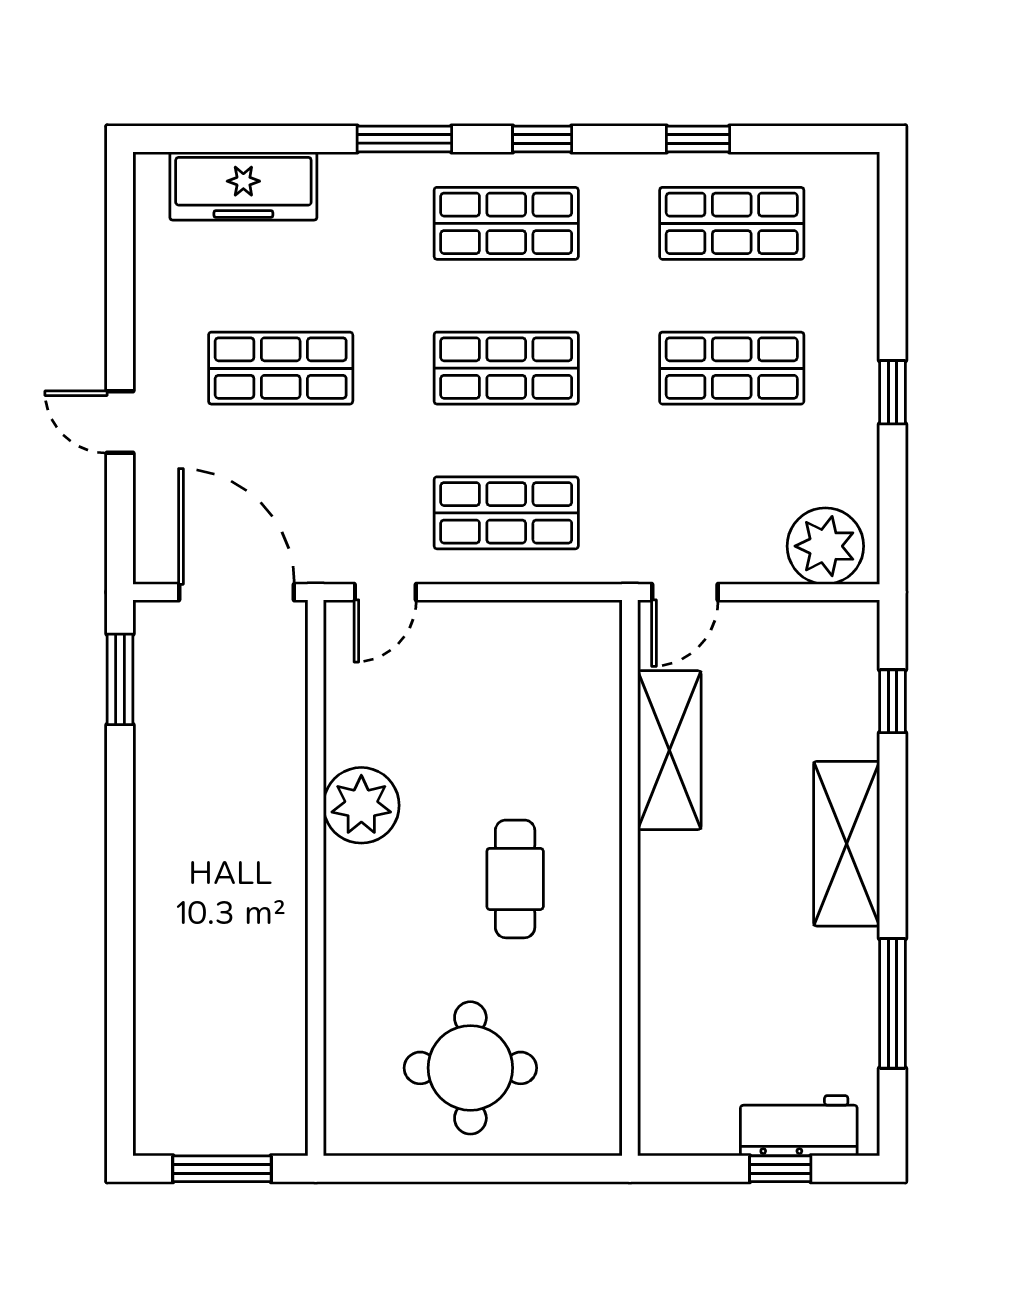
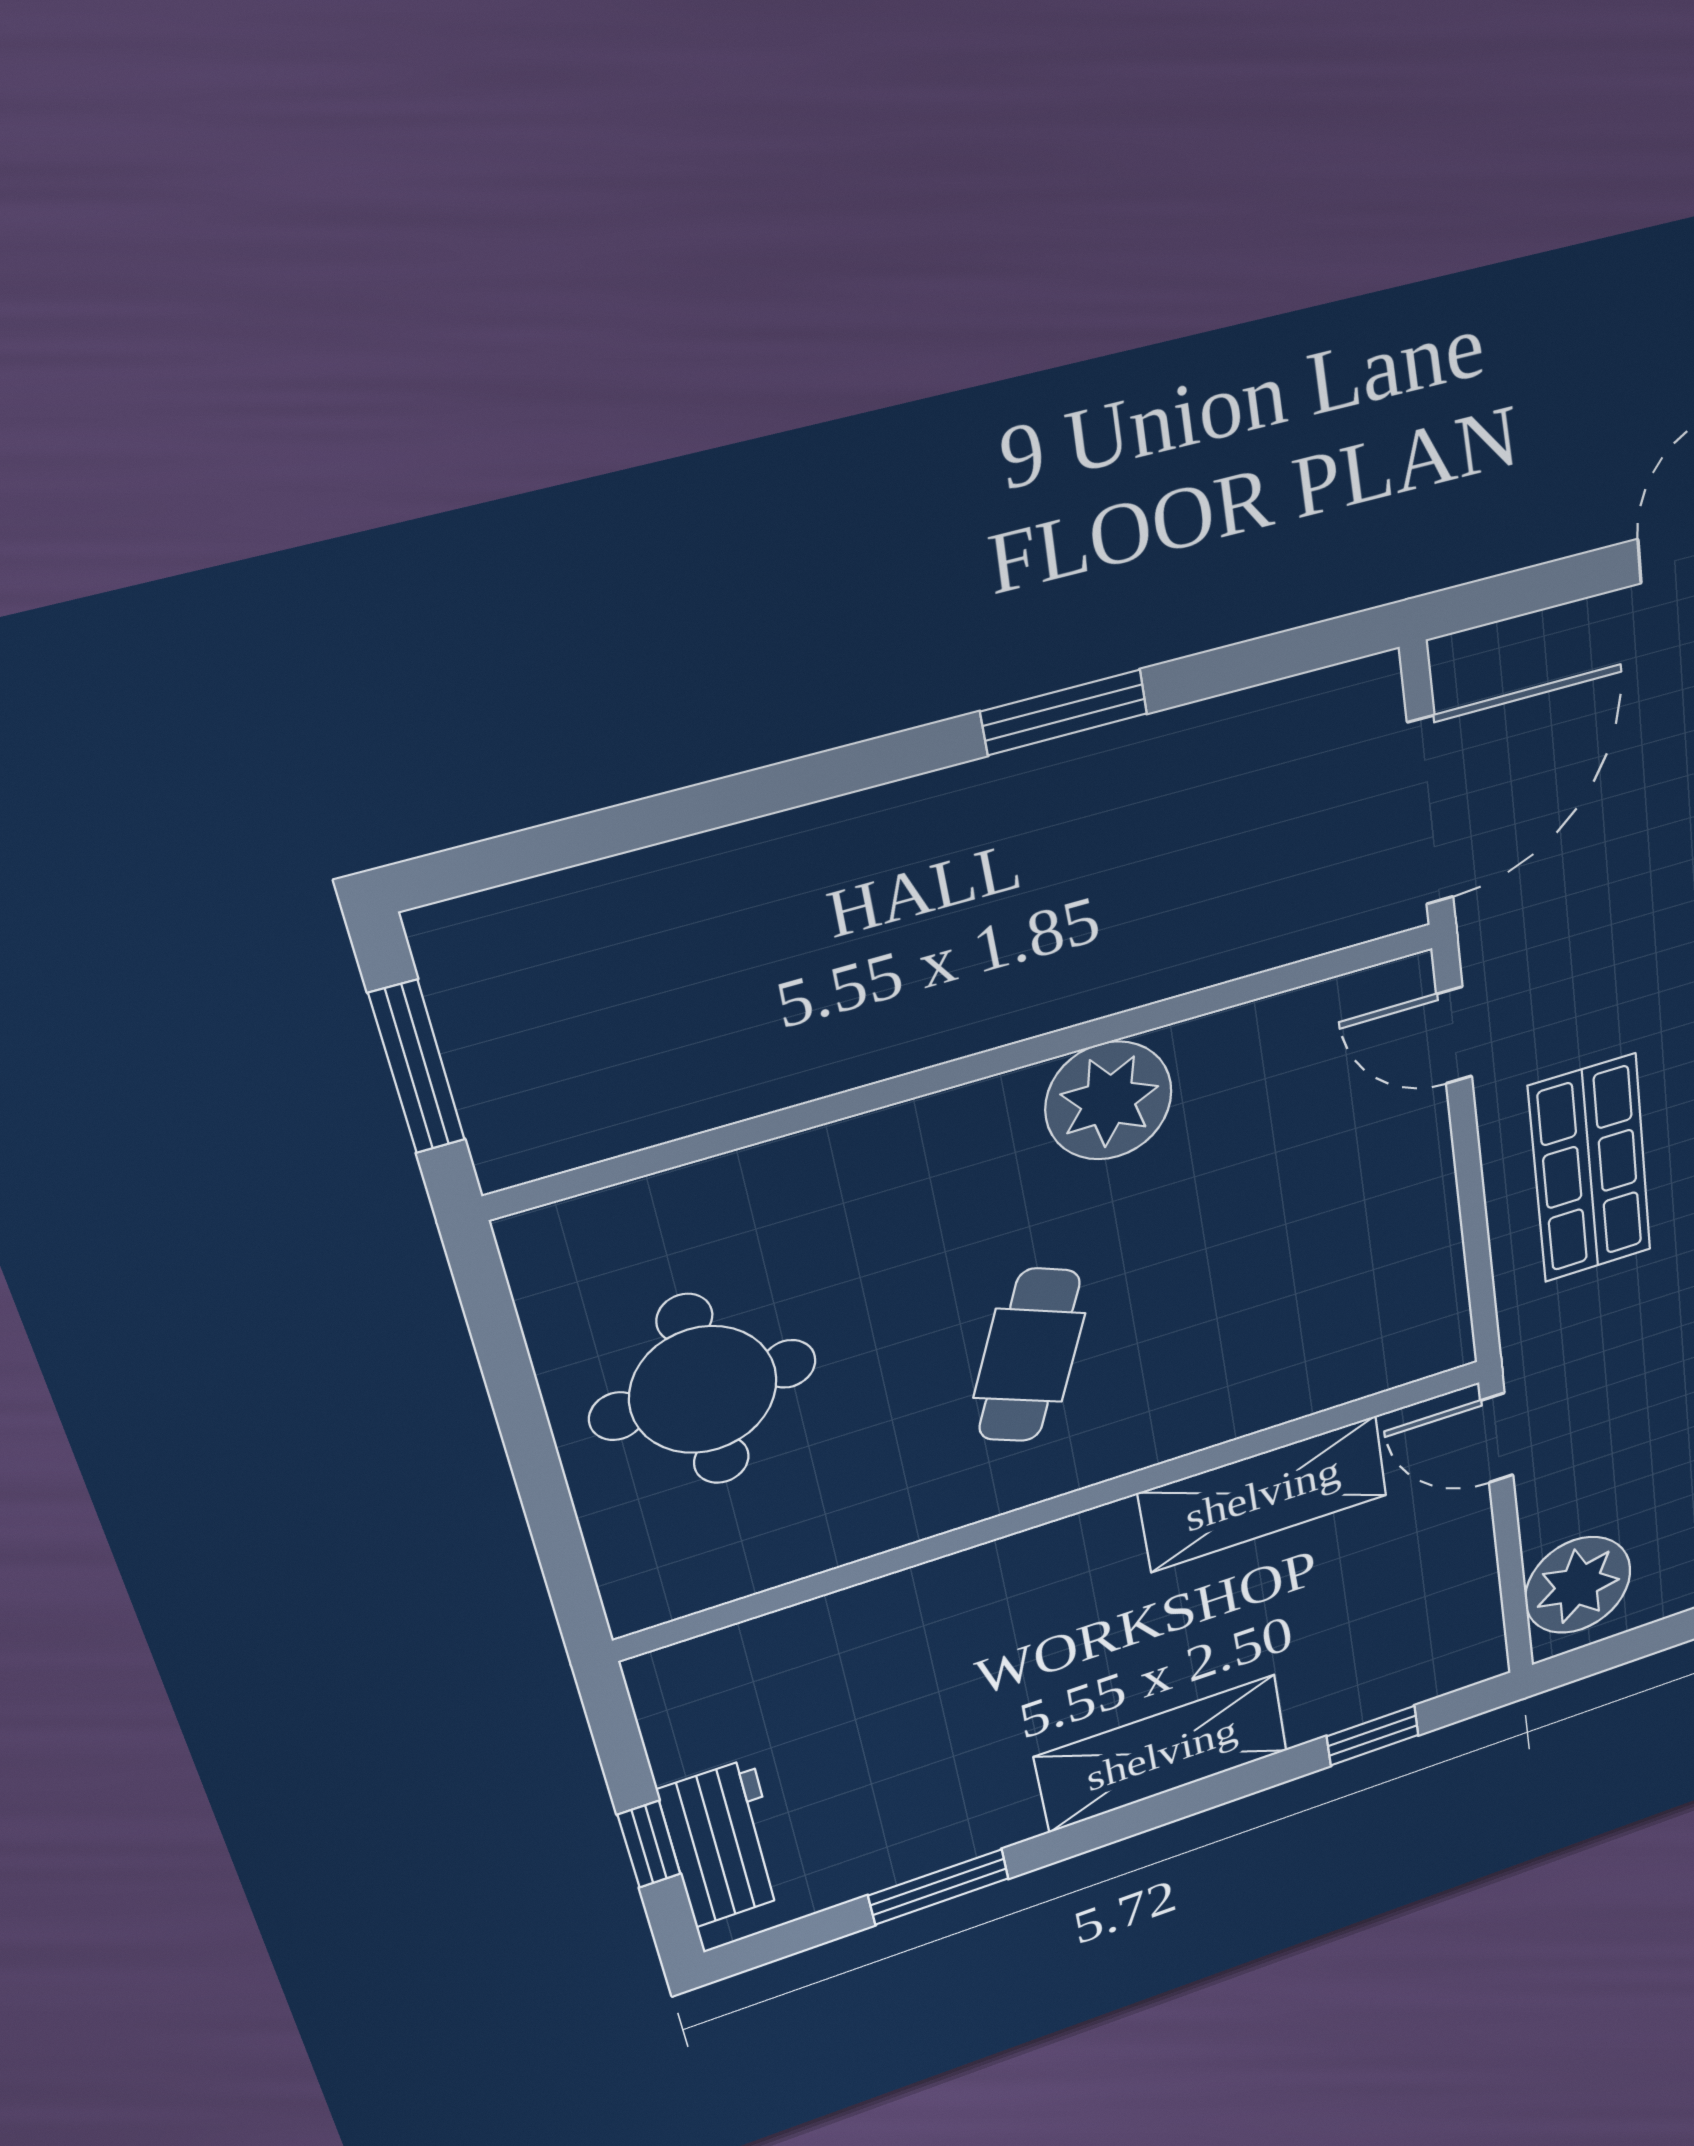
window: (120, 679) -> (1064, 712), moved
cafe table: (515, 879) -> (1029, 1356), turned -67
window: (892, 1003) -> (939, 1887), width x0.69

